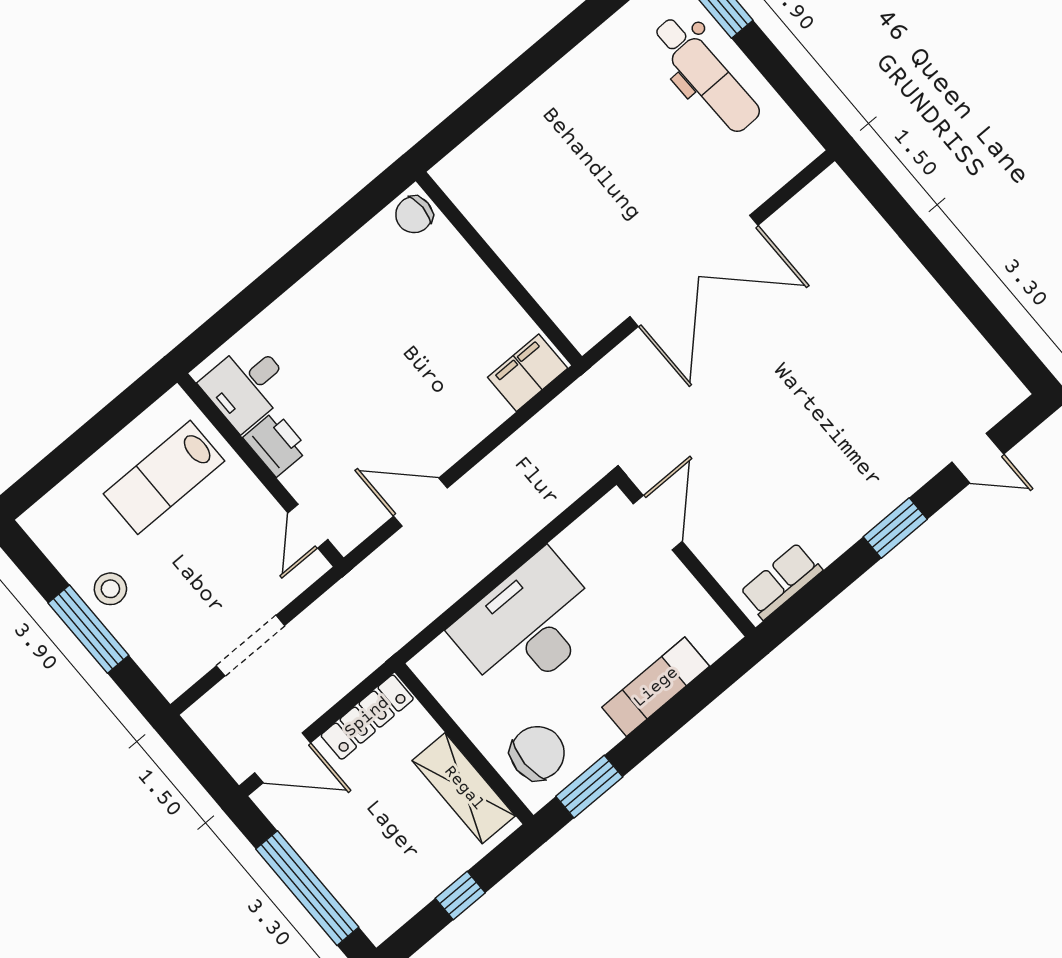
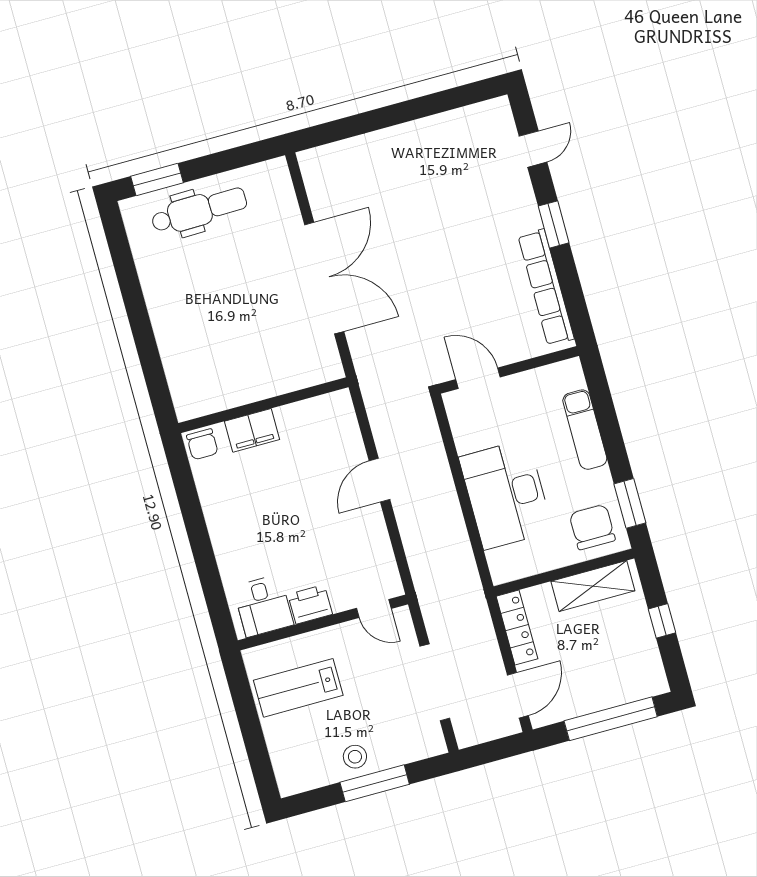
filing cabinet: (528, 373) -> (252, 430), moved, turned -90
lab bench: (164, 477) -> (298, 688), turned 90
door: (420, 502) -> (379, 480), moved
row of seats: (781, 581) -> (546, 287), width x2.02
doorway: (250, 646) -> (435, 682), width x1.36

